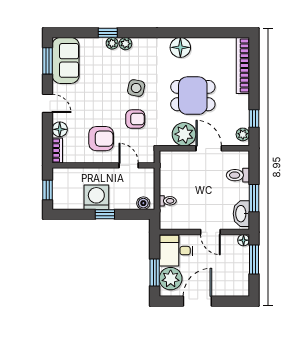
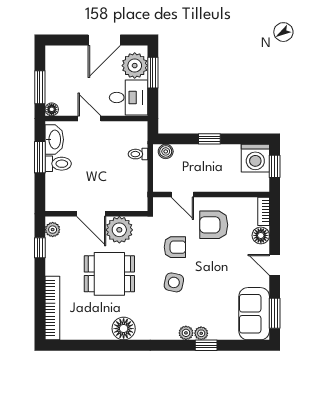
armchair: (135, 119) -> (175, 247), turned 180
toilet: (238, 175) -> (58, 164), moved
washing machine: (96, 197) -> (255, 158), moved

